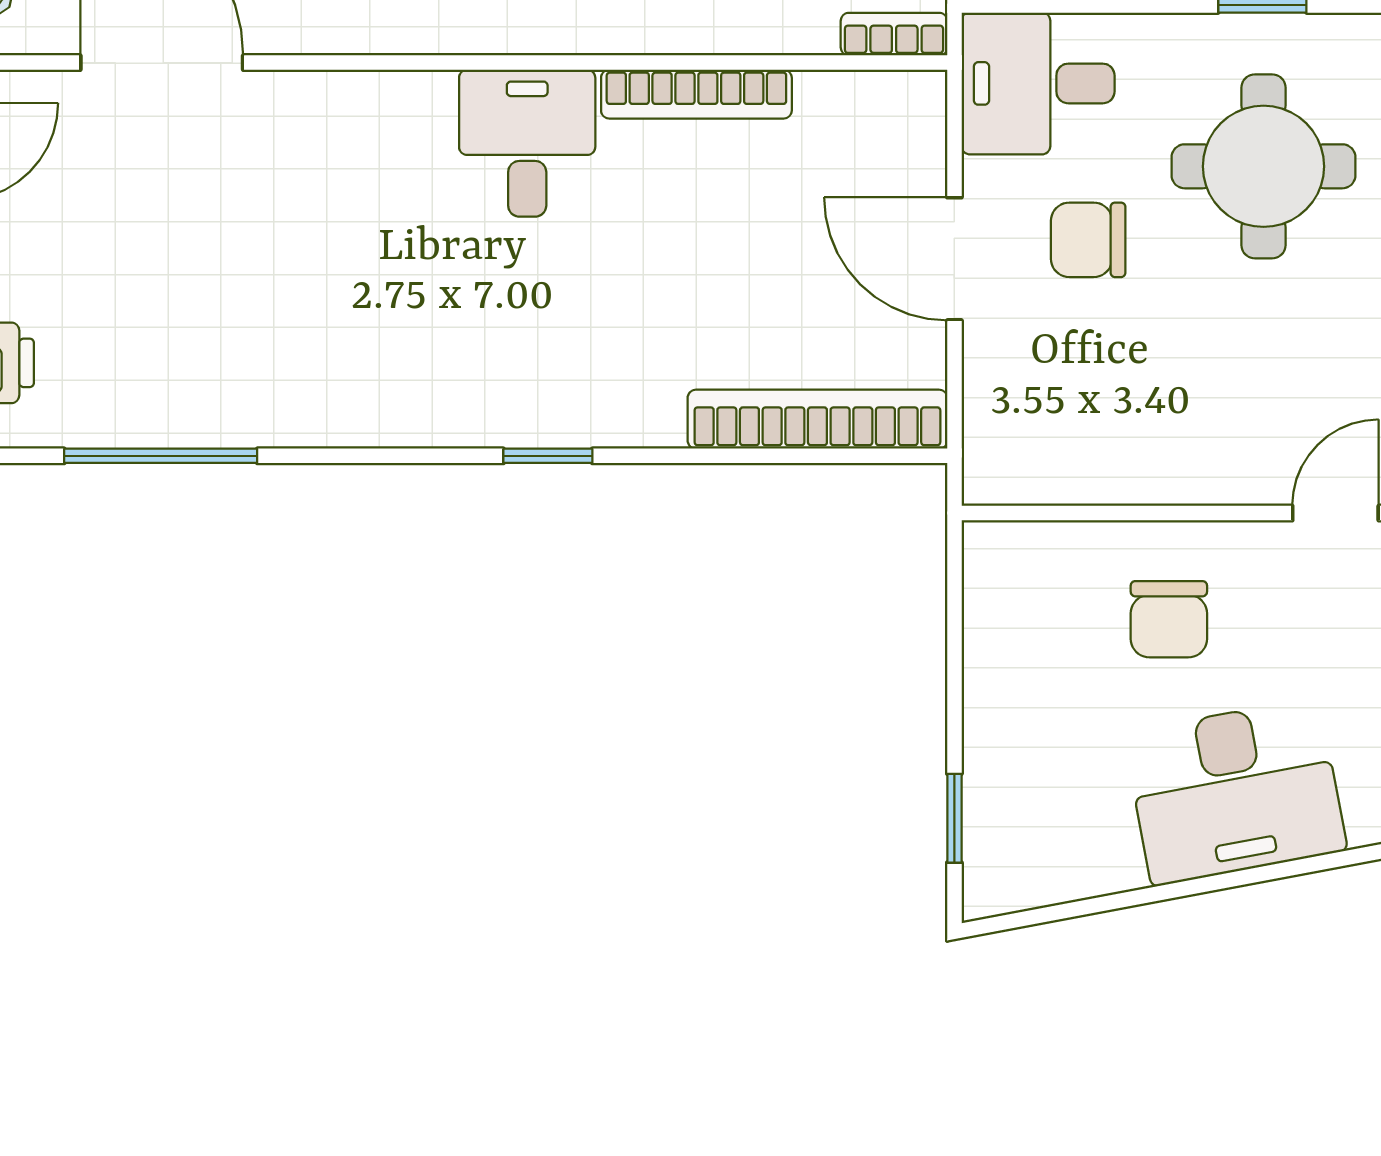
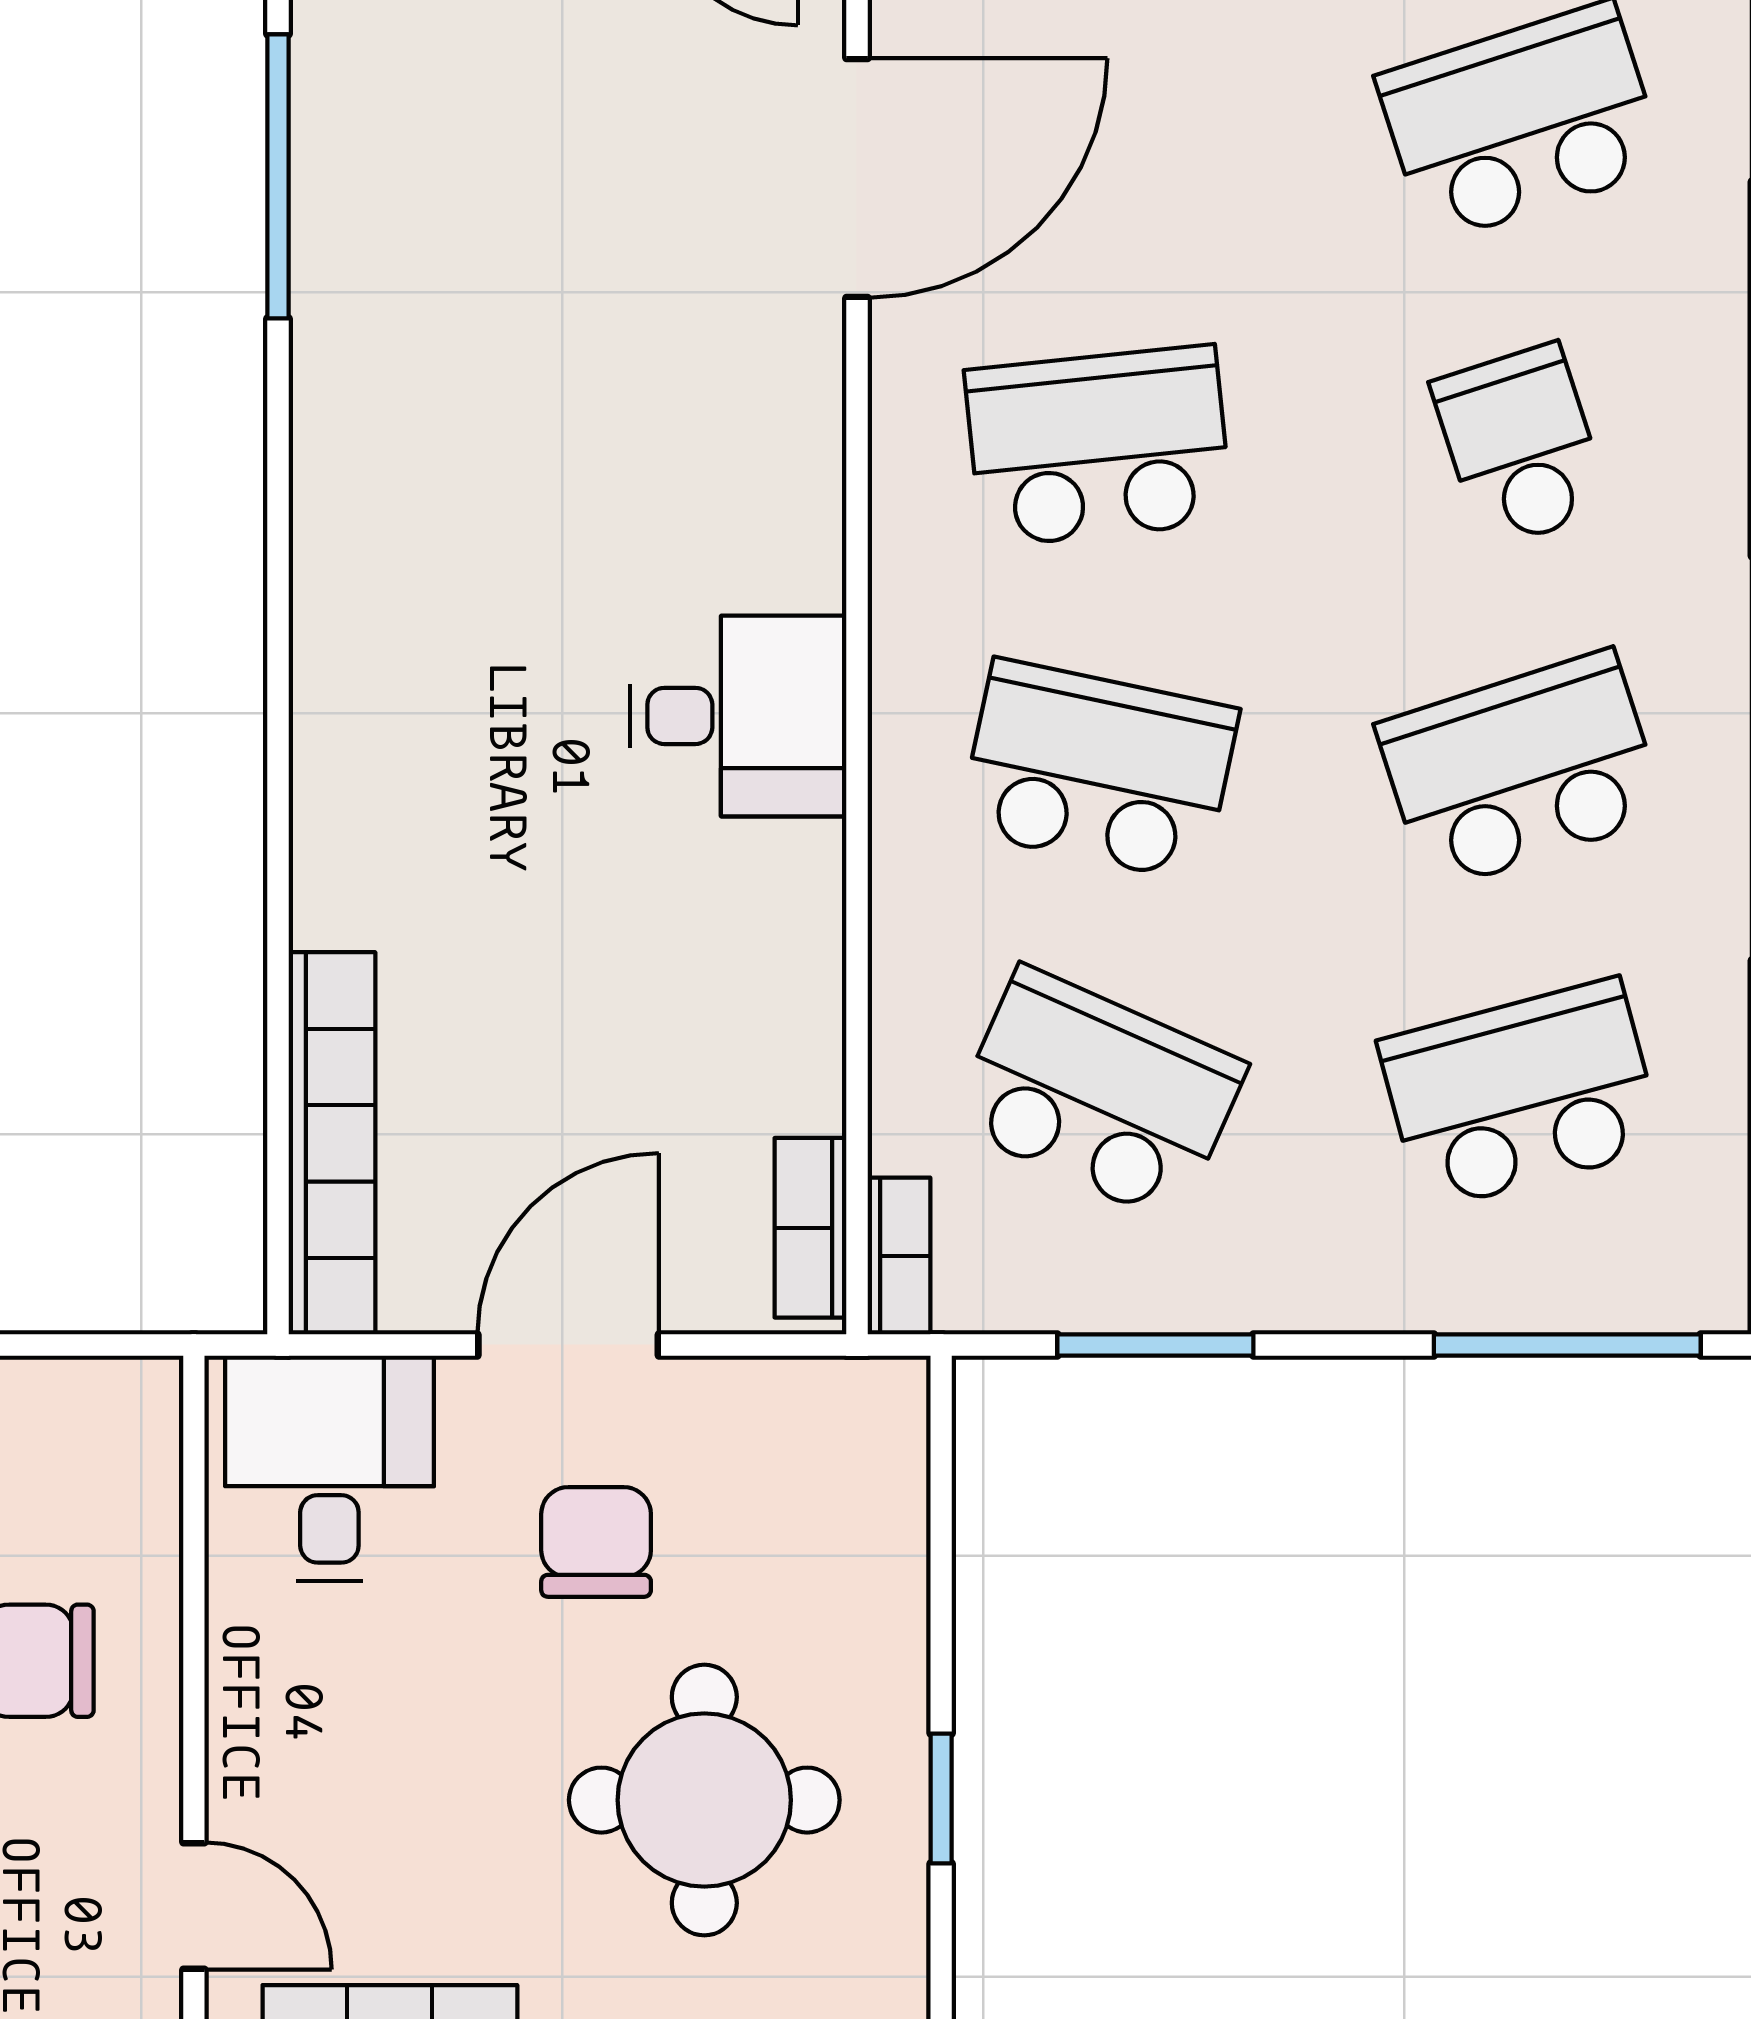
desk: (1038, 83) -> (329, 1468), moved
bookcase: (696, 94) -> (811, 1228), moved, width x0.64
window: (548, 456) -> (278, 746), removed

